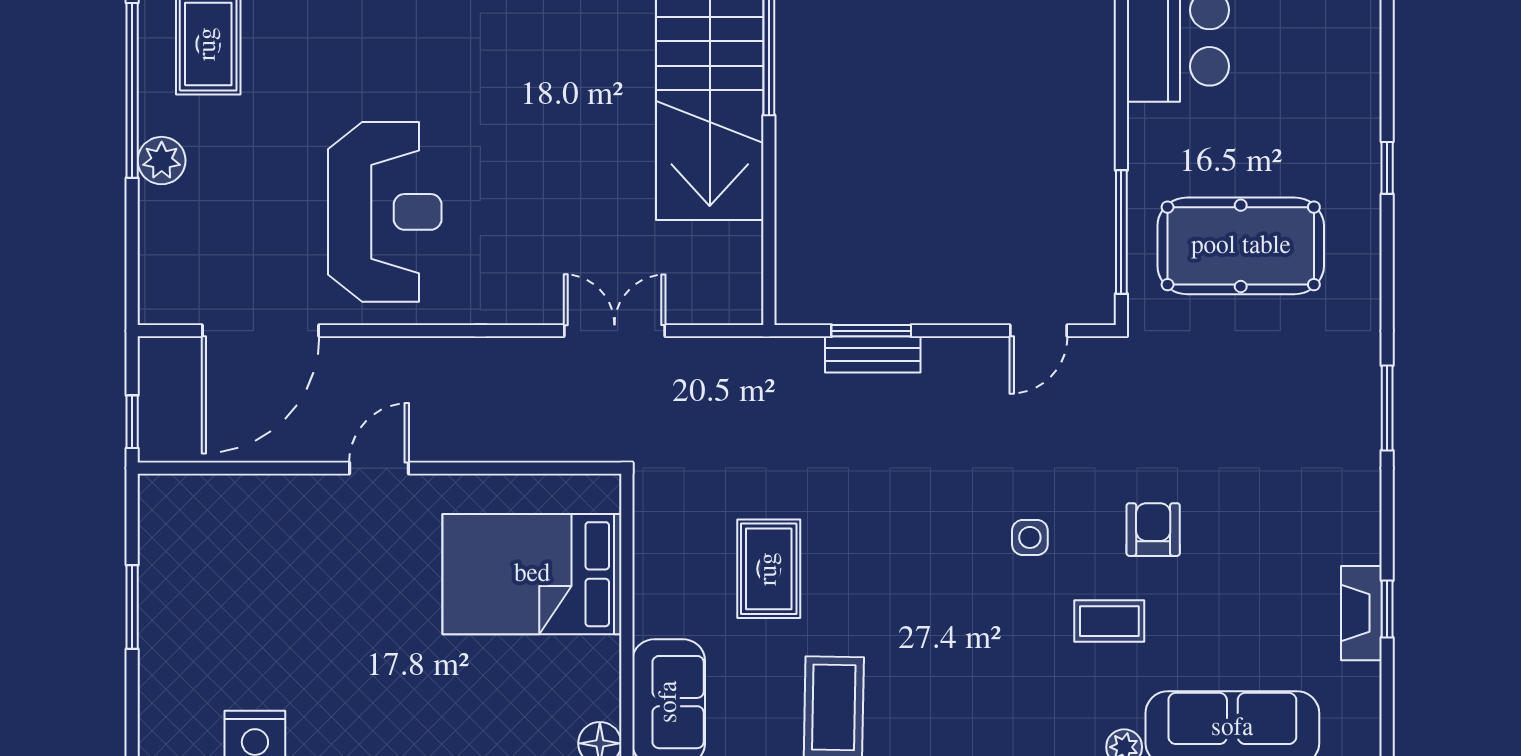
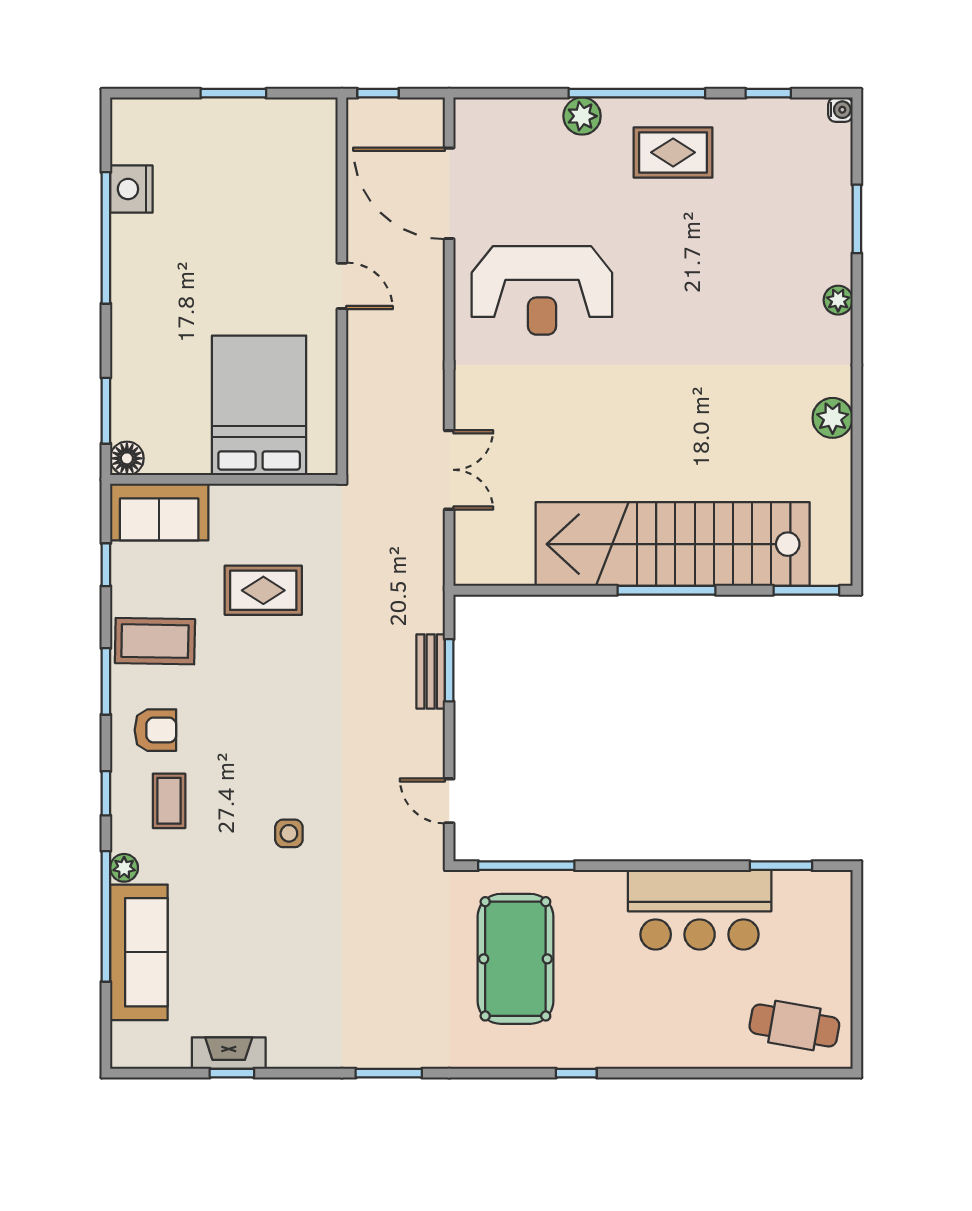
armchair: (1153, 530) -> (155, 730), moved
side table: (1030, 537) -> (289, 833), moved
coffee table: (1109, 621) -> (169, 801), moved

